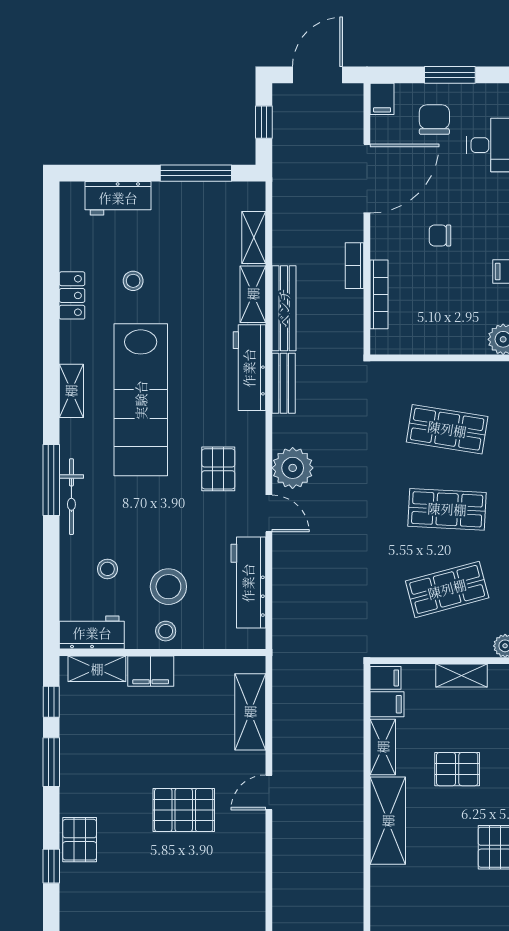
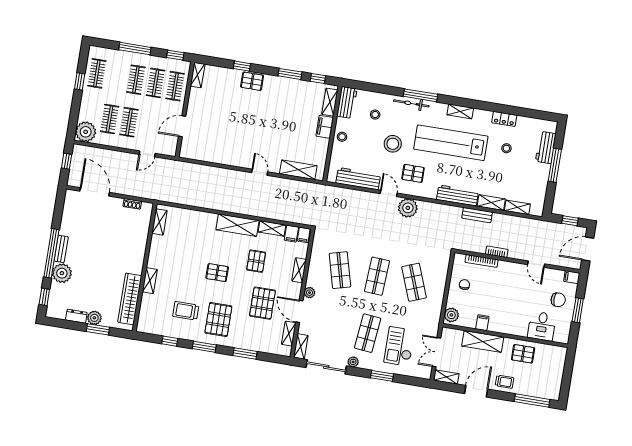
door: (318, 75) -> (588, 249), swing flipped
window: (196, 173) -> (555, 165), moved
door: (367, 179) -> (536, 264), width x0.53
chair: (440, 235) -> (464, 285), moved
bench: (284, 308) -> (477, 215), width x0.73
bench: (284, 383) -> (448, 210), removed
shop shelf: (447, 429) -> (414, 282), turned -30
door: (269, 513) -> (389, 193), swing flipped
stool: (168, 587) -> (393, 144), moved
pallet: (184, 810) -> (258, 132), removed

